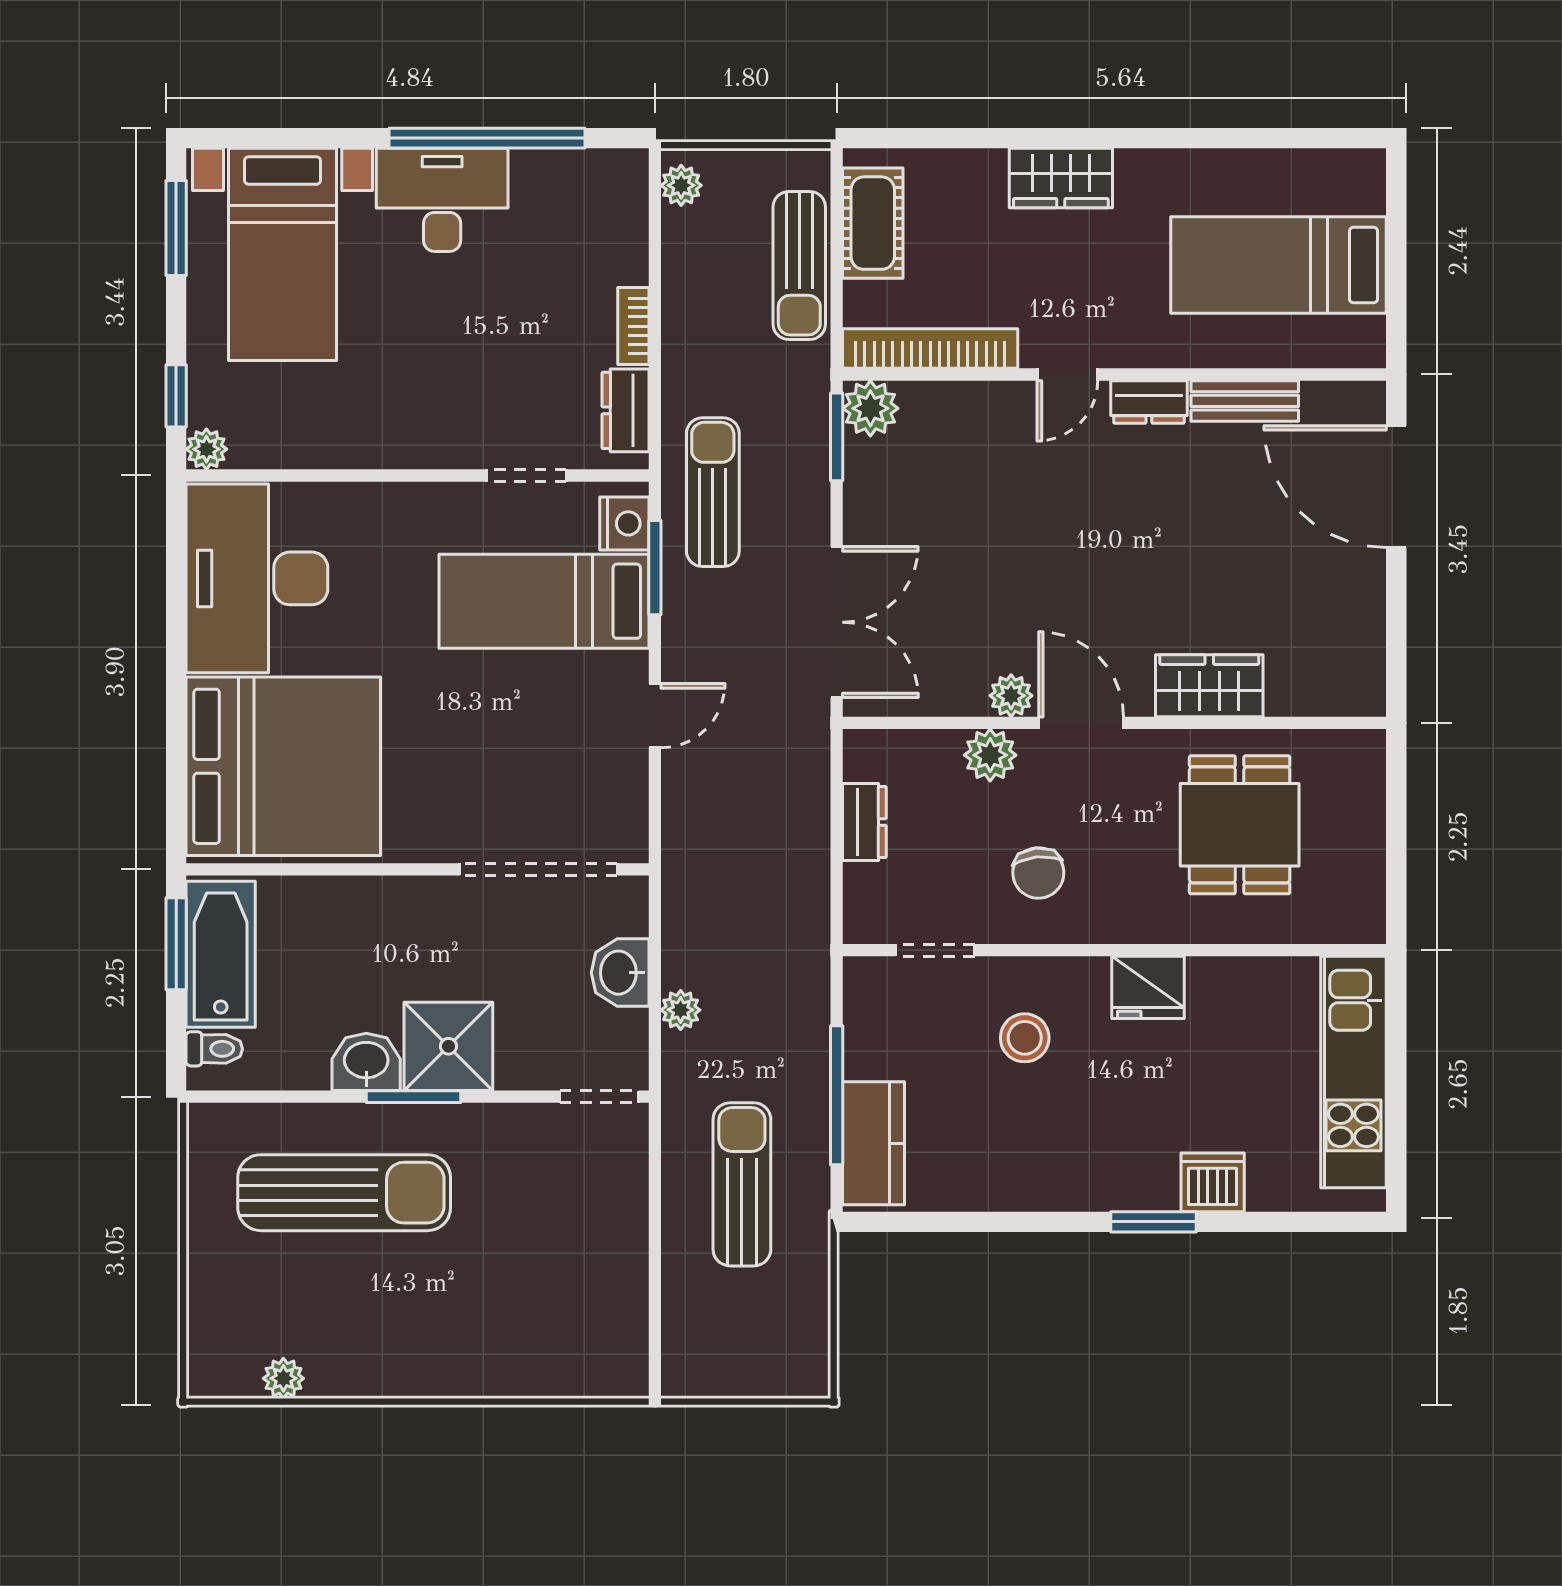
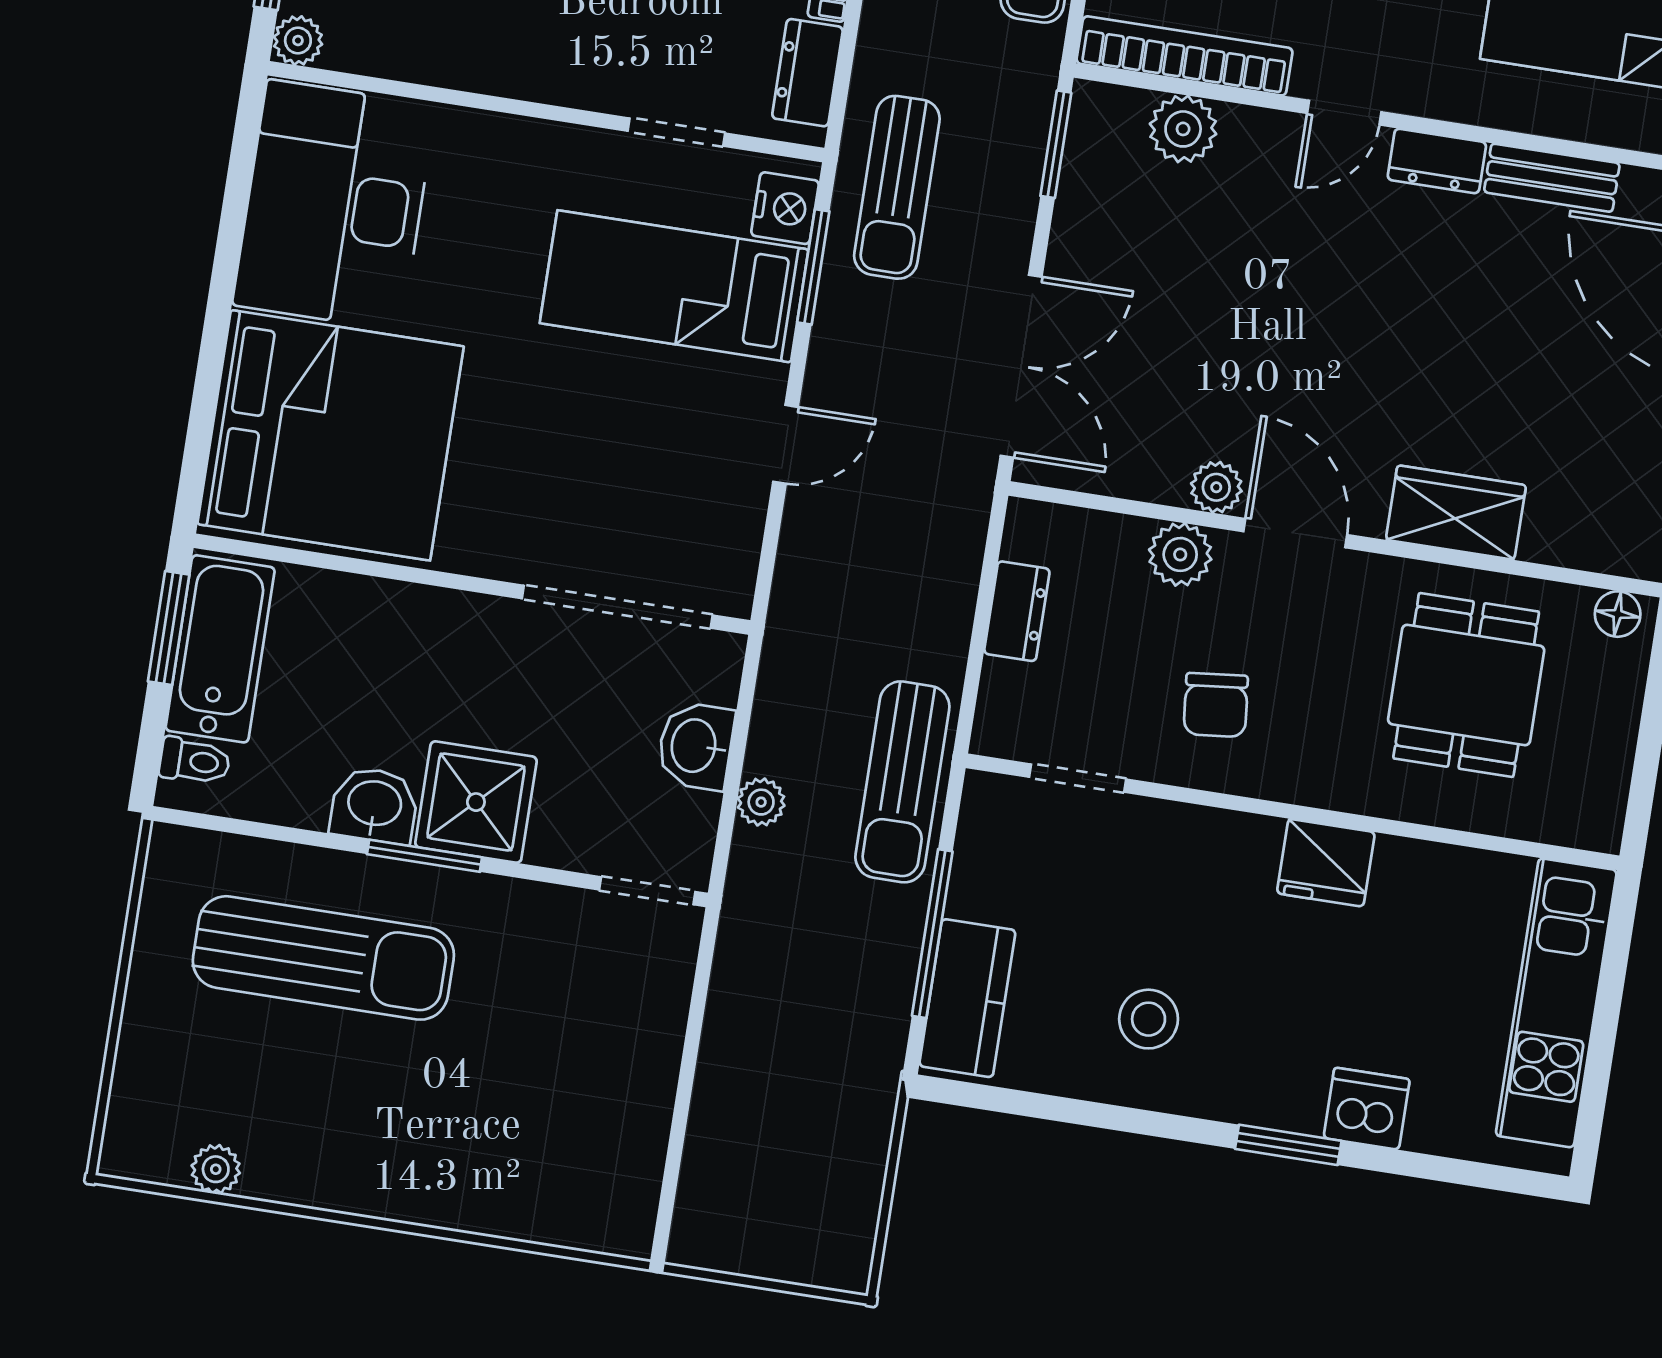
plant: (870, 408) -> (1183, 129), moved
sun lounger: (713, 492) -> (897, 187), turned 180
floor lamp: (1354, 748) -> (1618, 614), added
stool: (1025, 1038) -> (1149, 1019), moved
sun lounger: (742, 1184) -> (902, 782), moved, turned 180

